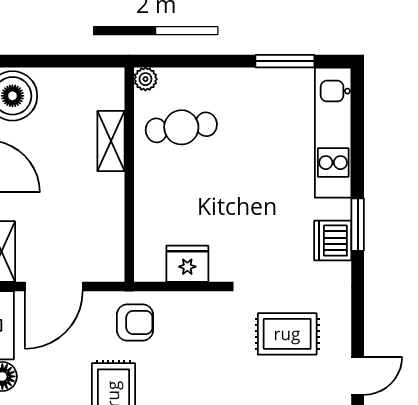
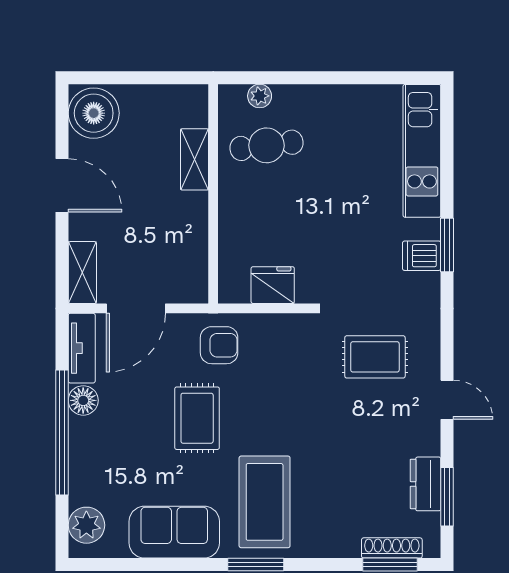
window: (285, 61) -> (373, 78), removed
plant: (145, 79) -> (260, 96), moved
dishwasher: (333, 241) -> (422, 256), width x0.73
door: (358, 376) -> (447, 400), hinge flipped

